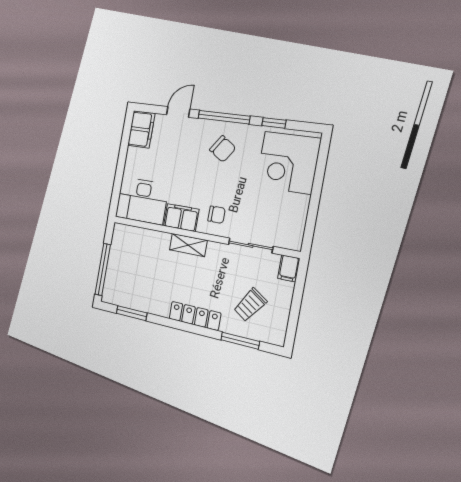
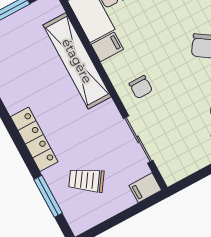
filing cabinet: (181, 218) -> (107, 47), width x0.50
shelving: (188, 245) -> (77, 61), width x2.20, depth x1.33

